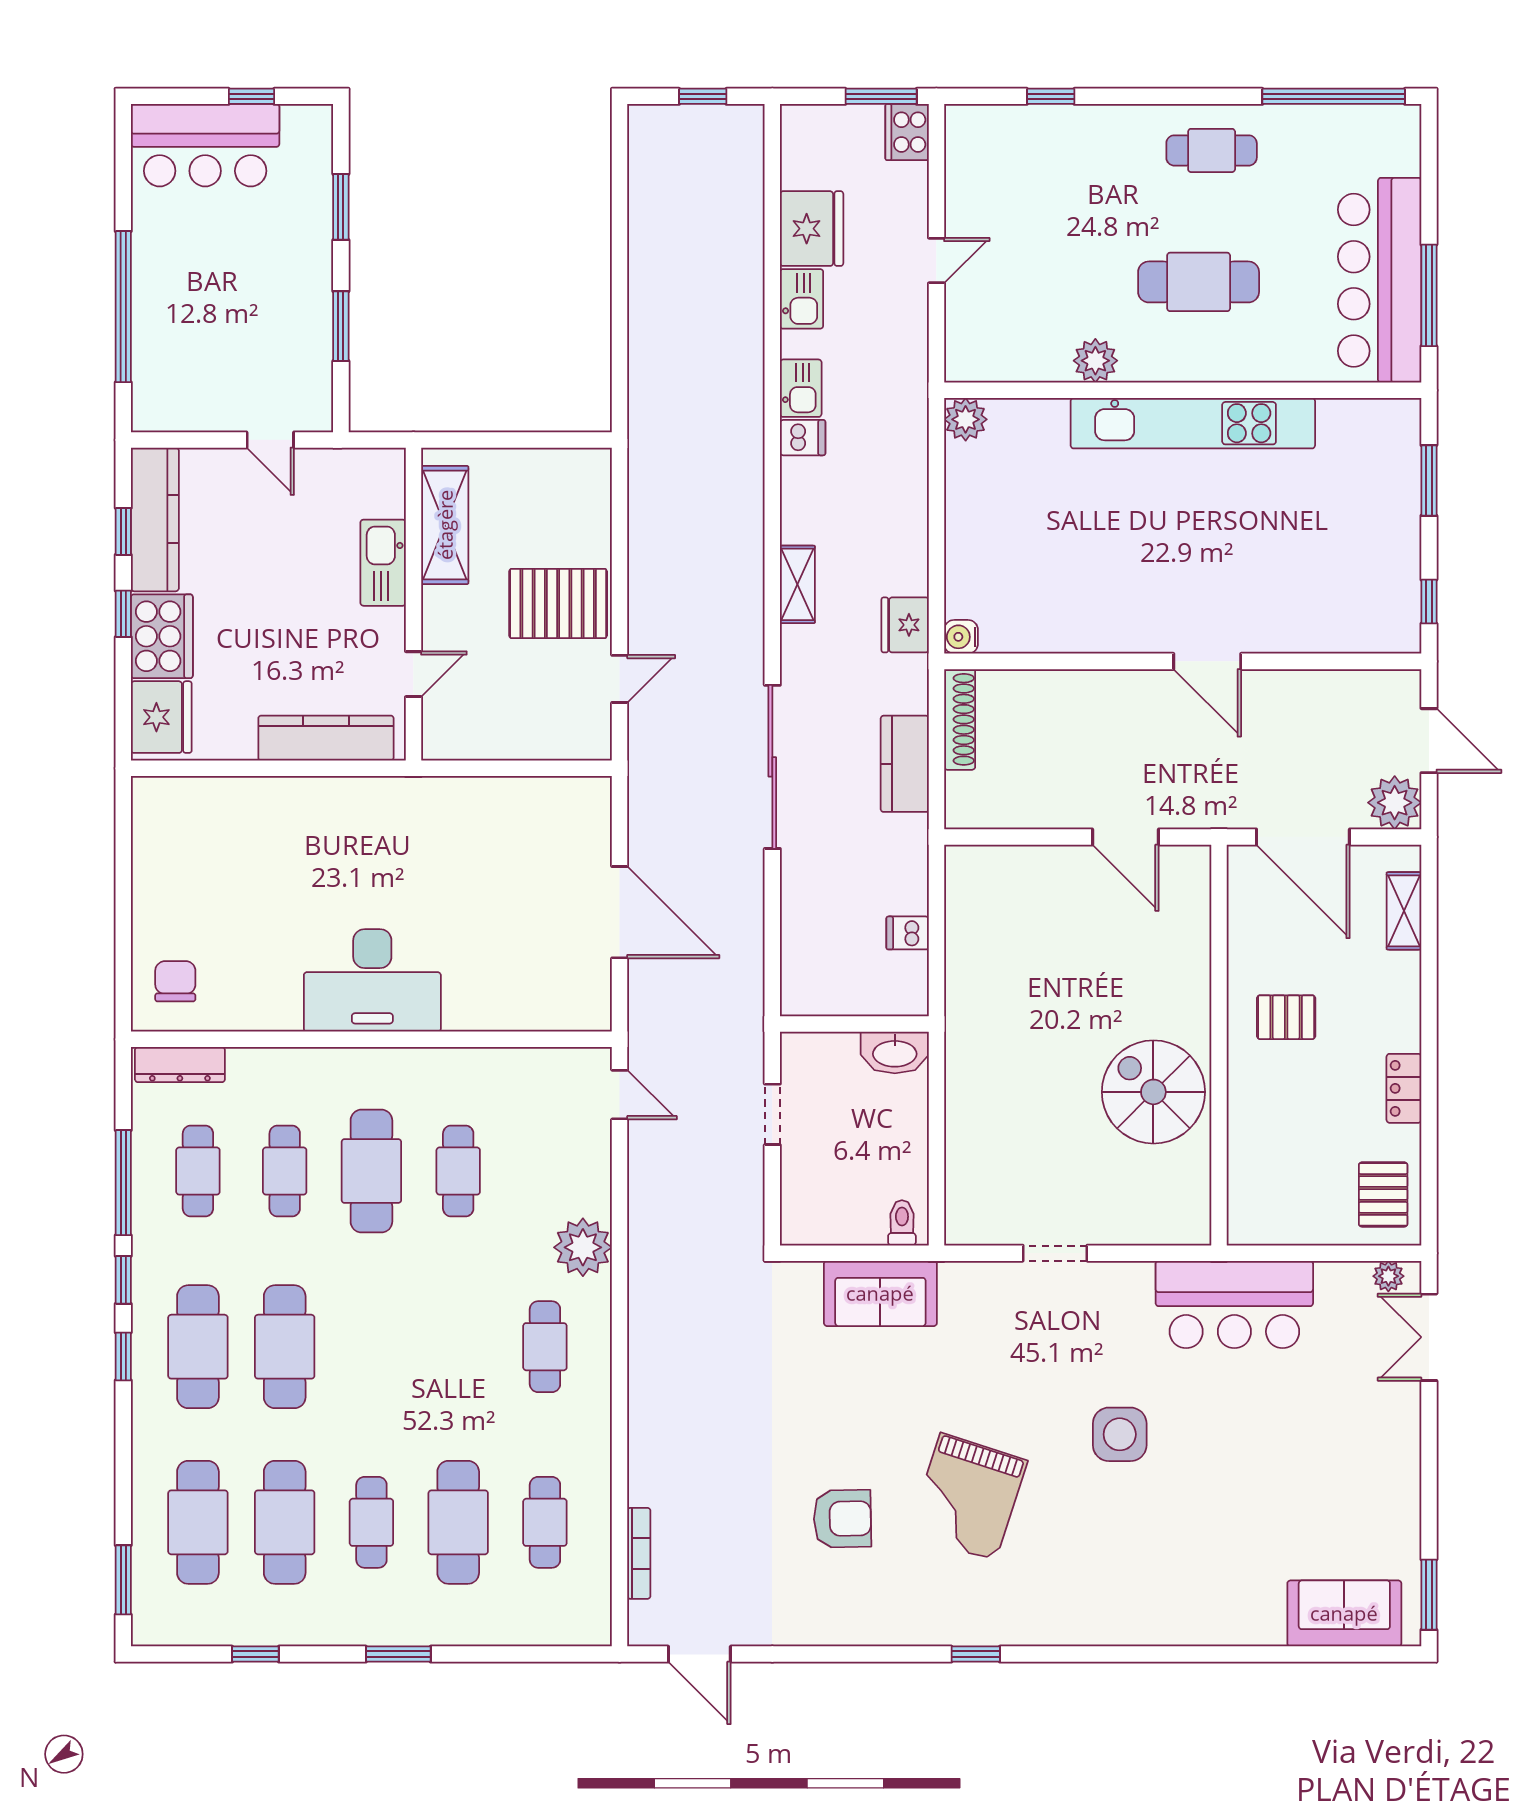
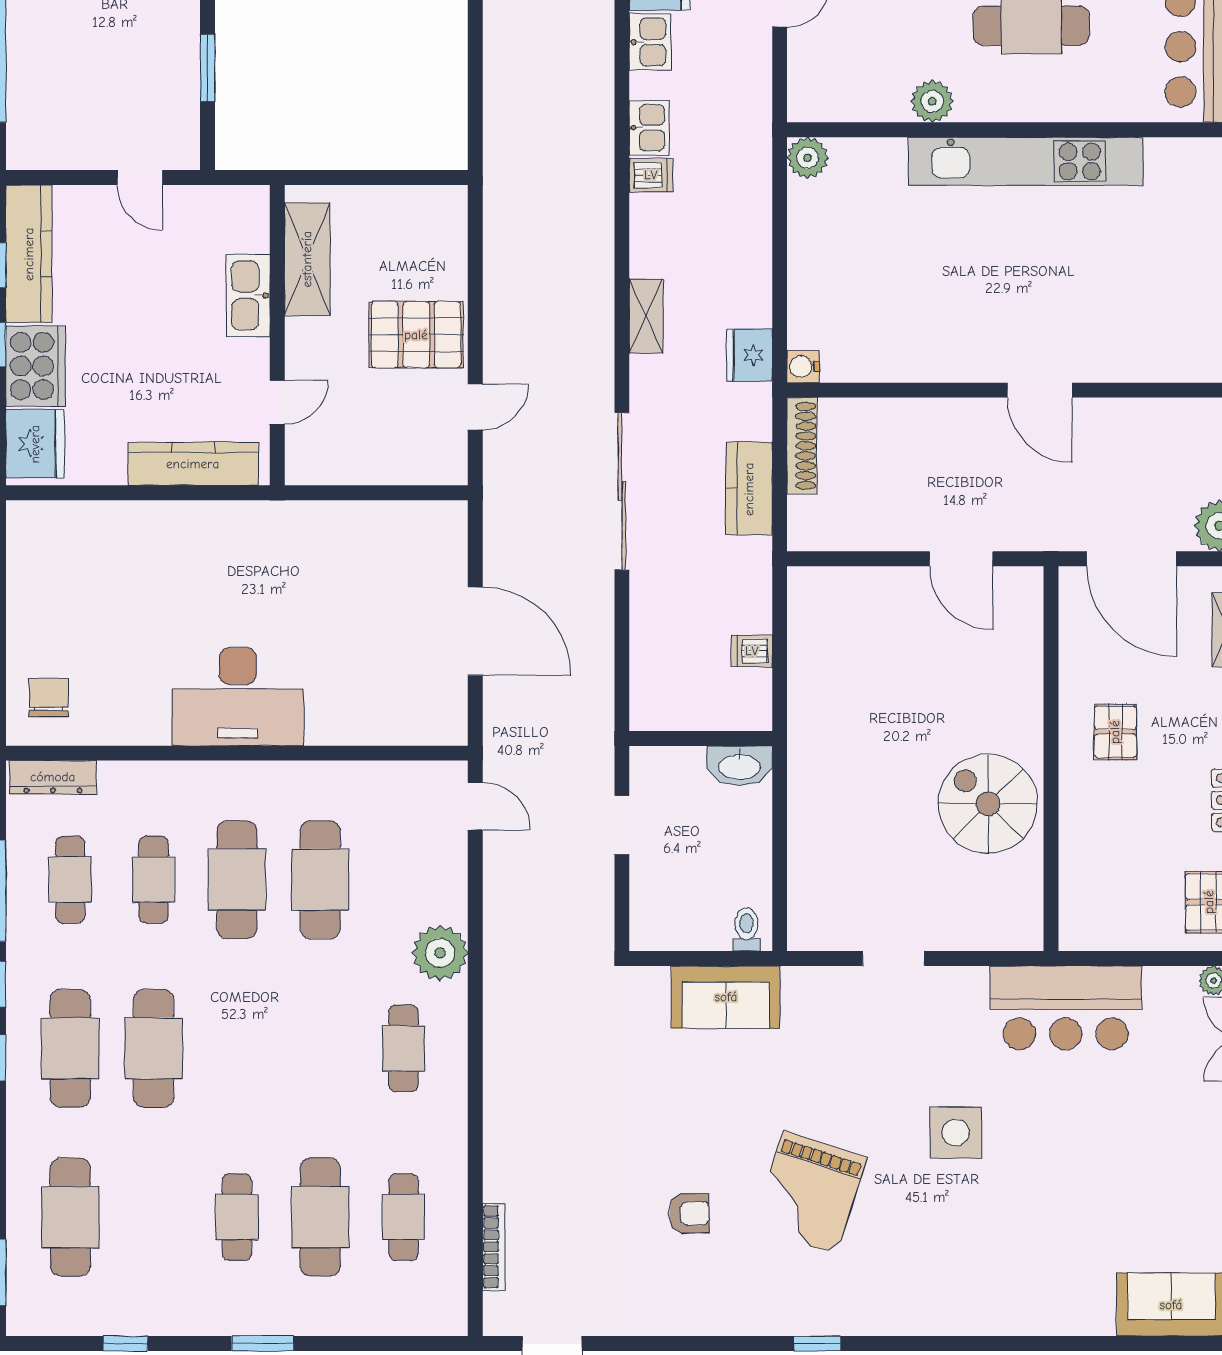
pallet: (1286, 1017) -> (1115, 732), turned 90
cafe table: (458, 1171) -> (320, 880), width x1.37, depth x1.35
armchair: (842, 1519) -> (689, 1214), width x0.72, depth x0.72
cafe table: (285, 1522) -> (154, 1217), removed

